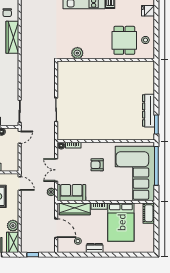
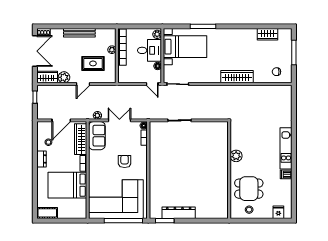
wardrobe: (12, 37) -> (237, 77), moved
plant: (77, 53) -> (236, 156), moved
door: (20, 184) -> (83, 84), moved
cot: (149, 213) -> (47, 213), moved

